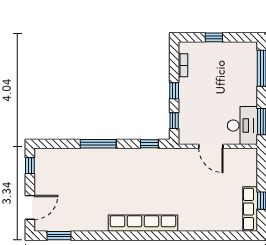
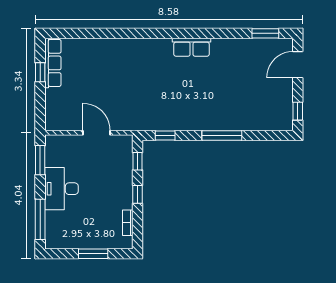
window: (214, 37) -> (93, 254), width x1.50
desk: (242, 126) -> (61, 189), moved
row of seats: (143, 223) -> (192, 47), width x0.50

